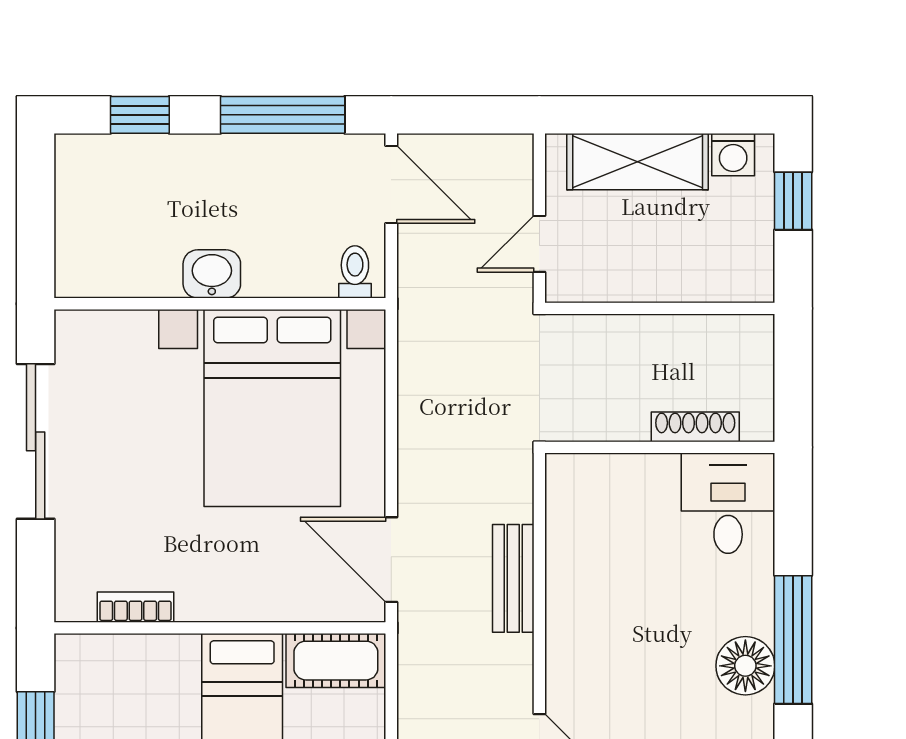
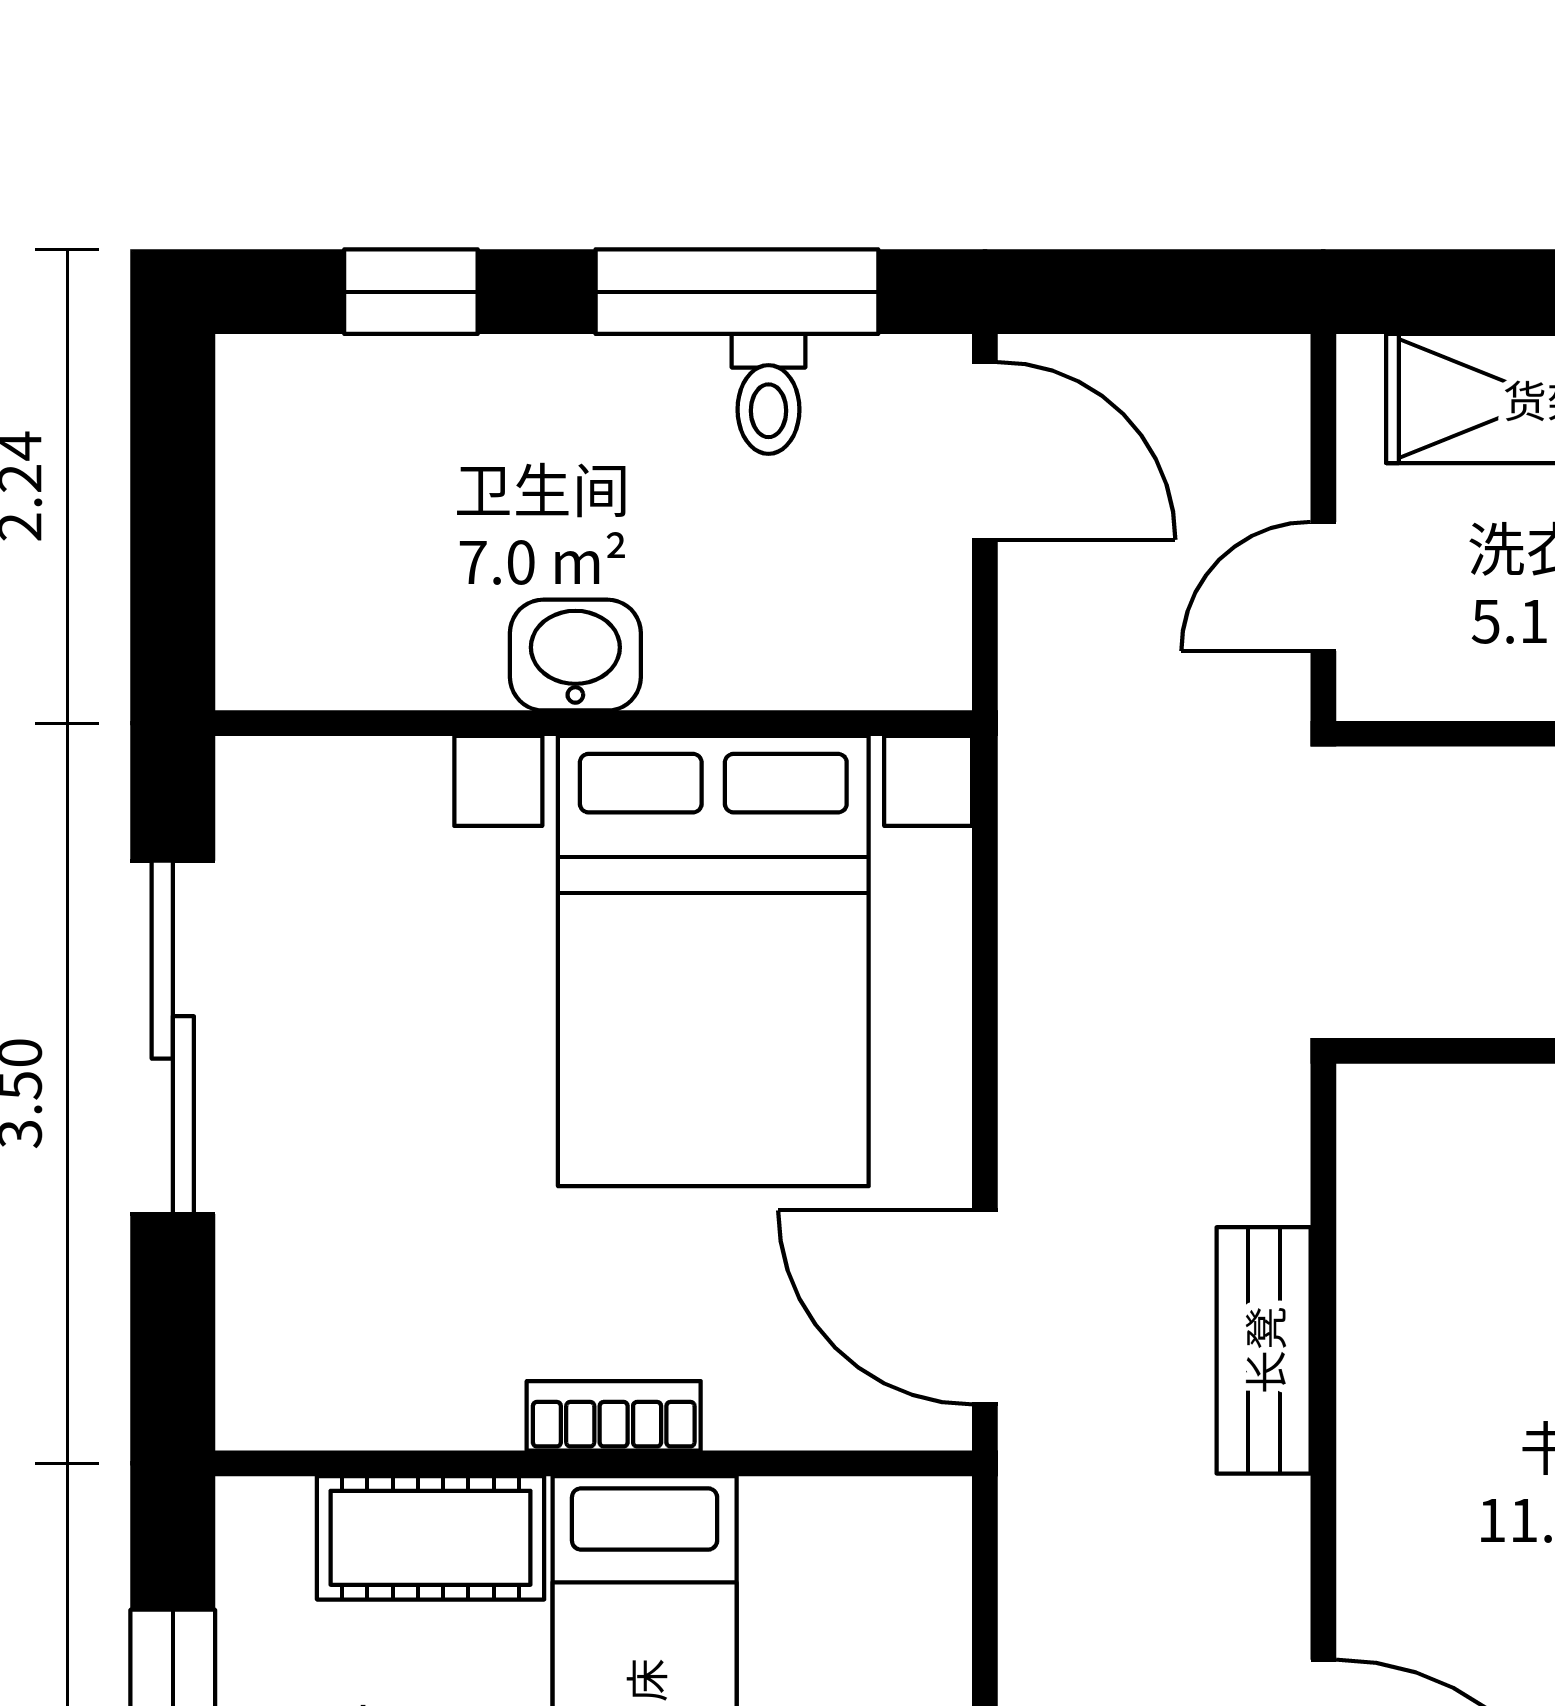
toilet: (355, 272) -> (768, 394), moved, turned 180
bookcase: (135, 607) -> (614, 1416), moved
cot: (336, 661) -> (431, 1538), moved

